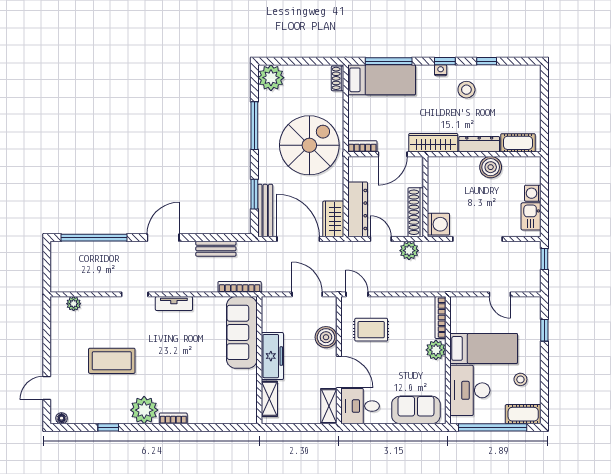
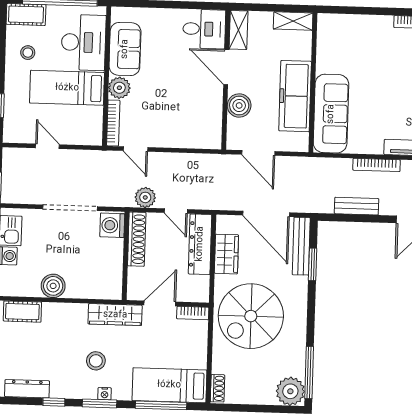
window: (445, 61) -> (99, 403), width x1.50
stool: (466, 90) -> (96, 361), moved
window: (254, 126) -> (309, 372), moved
dresser: (479, 144) -> (27, 389), moved, turned 180
wardrobe: (333, 219) -> (226, 254), moved
bookcase: (240, 287) -> (377, 165), moved
door: (357, 294) -> (136, 149), moved
rug: (371, 330) -> (189, 112), removed
freezer: (272, 356) -> (295, 96), width x1.36, depth x1.26
shelving: (269, 399) -> (293, 21), moved, turned 90
sofa: (416, 410) -> (125, 49), moved, turned -90

